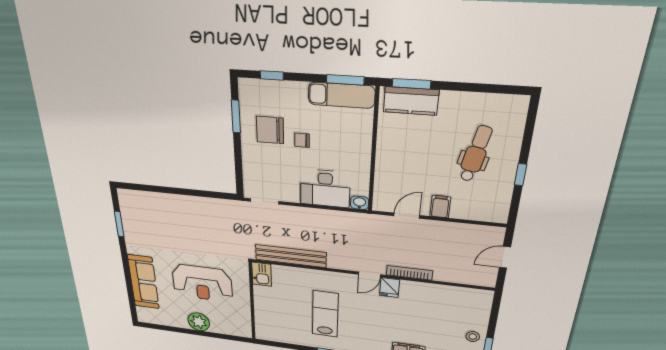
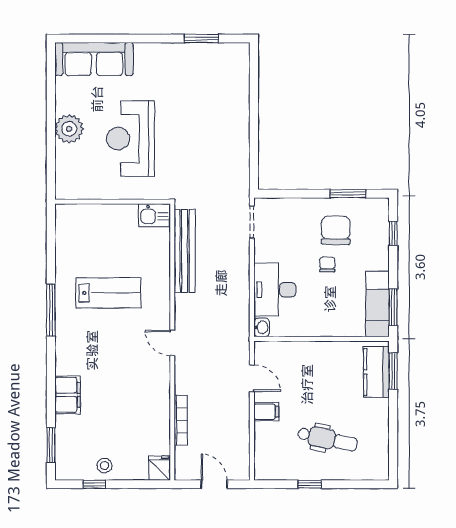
bookcase: (409, 273) -> (181, 420), moved
sofa: (143, 282) -> (94, 59), moved
fridge: (390, 287) -> (159, 468), moved, turned 90

